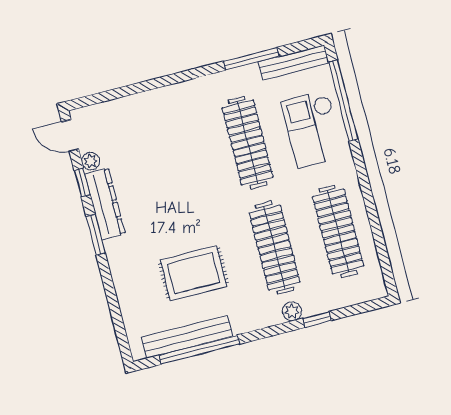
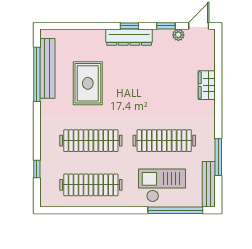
wardrobe: (152, 102) -> (207, 85), added
dresser: (105, 204) -> (129, 37), moved
window: (96, 235) -> (129, 26), width x0.67
plant: (292, 311) -> (46, 141), removed
window: (317, 319) -> (37, 169), moved

